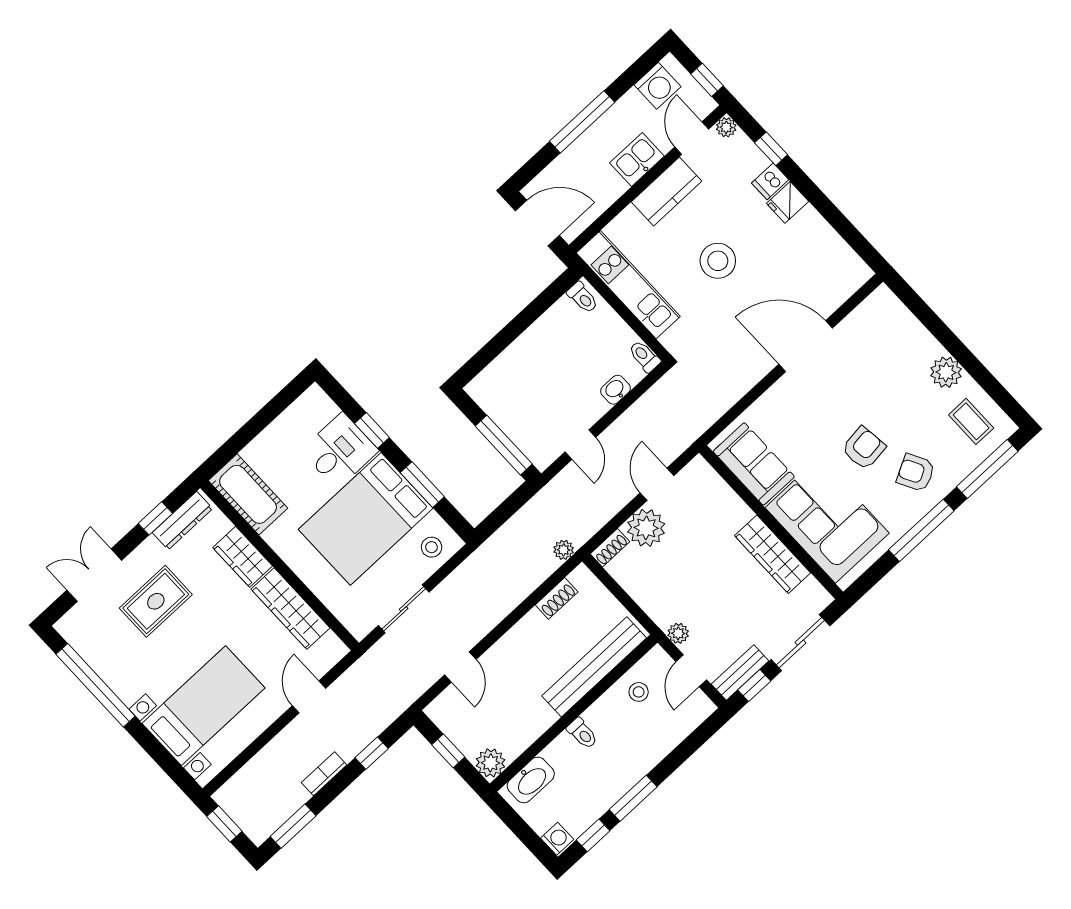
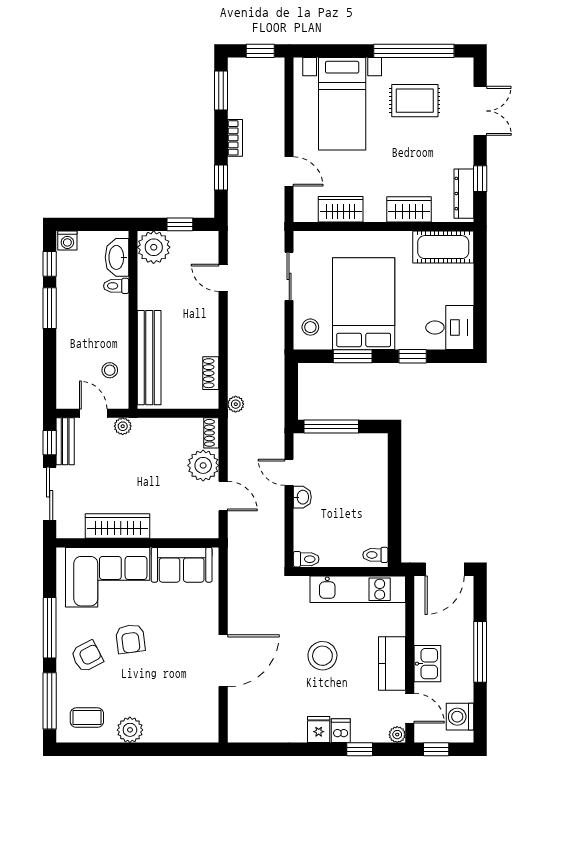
washbasin: (615, 390) -> (302, 497), moved
desk: (340, 451) -> (450, 327), moved, turned -90
rug: (156, 601) -> (415, 101), moved, turned 90
wardrobe: (291, 609) -> (341, 209), width x0.67
toilet: (582, 733) -> (116, 286), moved
plant: (491, 763) -> (154, 247), width x1.36, depth x1.36

